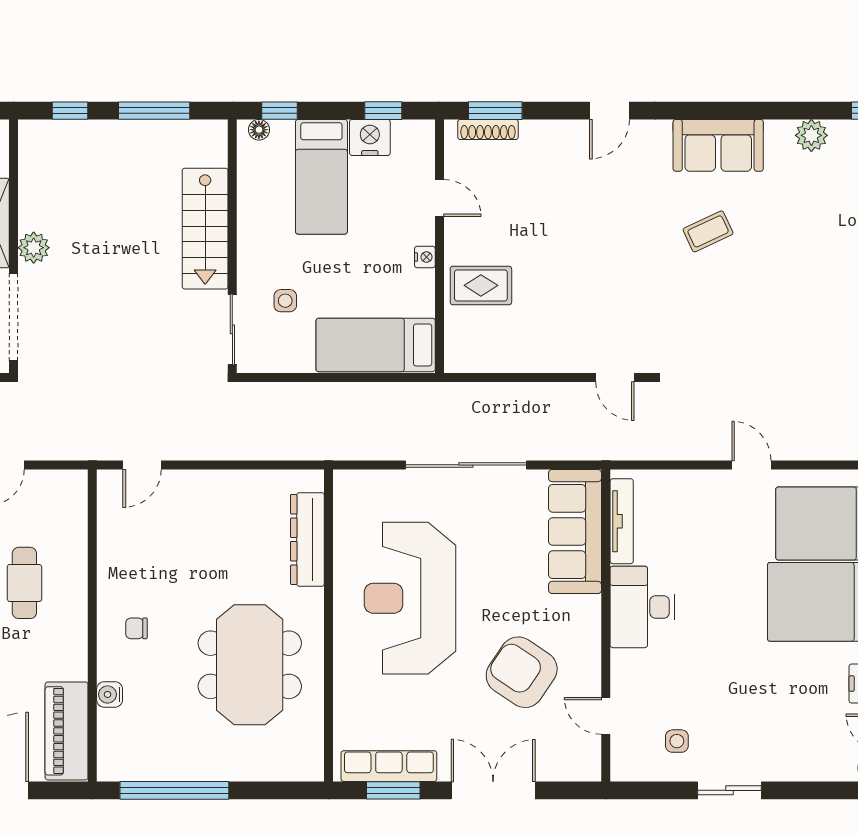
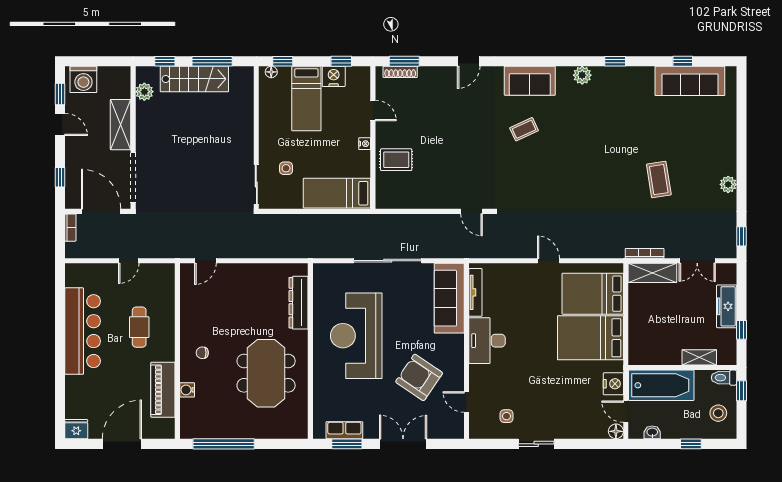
stairs: (205, 229) -> (194, 79), moved, turned -90
plant: (34, 248) -> (144, 92), moved
piano: (67, 731) -> (163, 390), moved
row of seats: (389, 766) -> (344, 430), width x0.68

